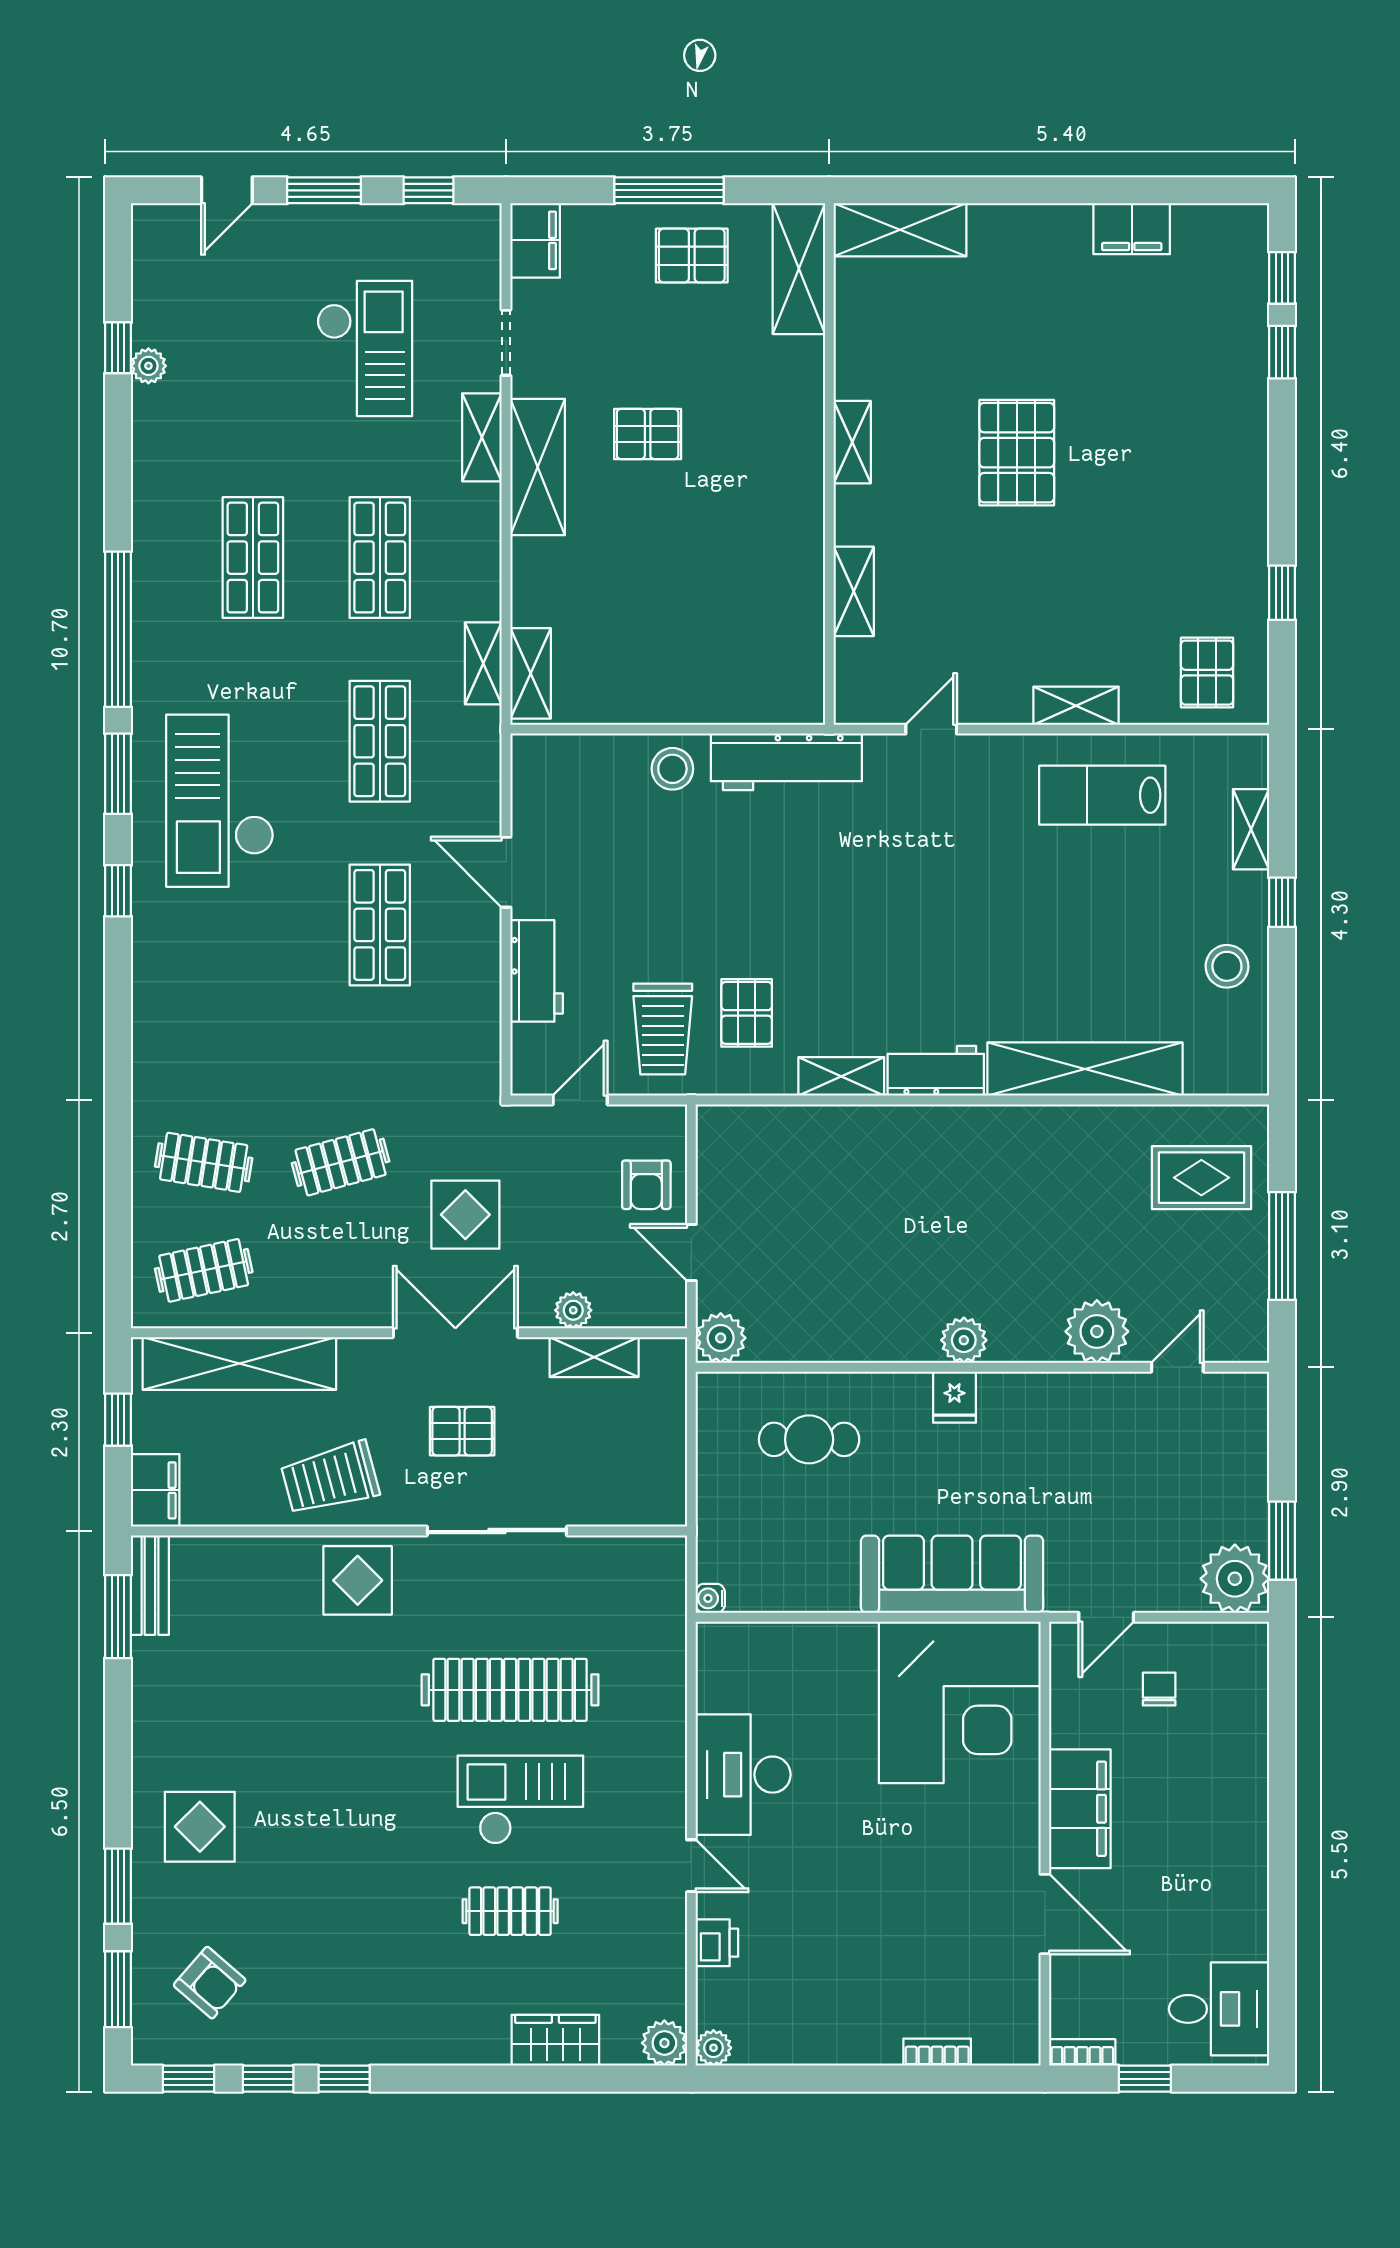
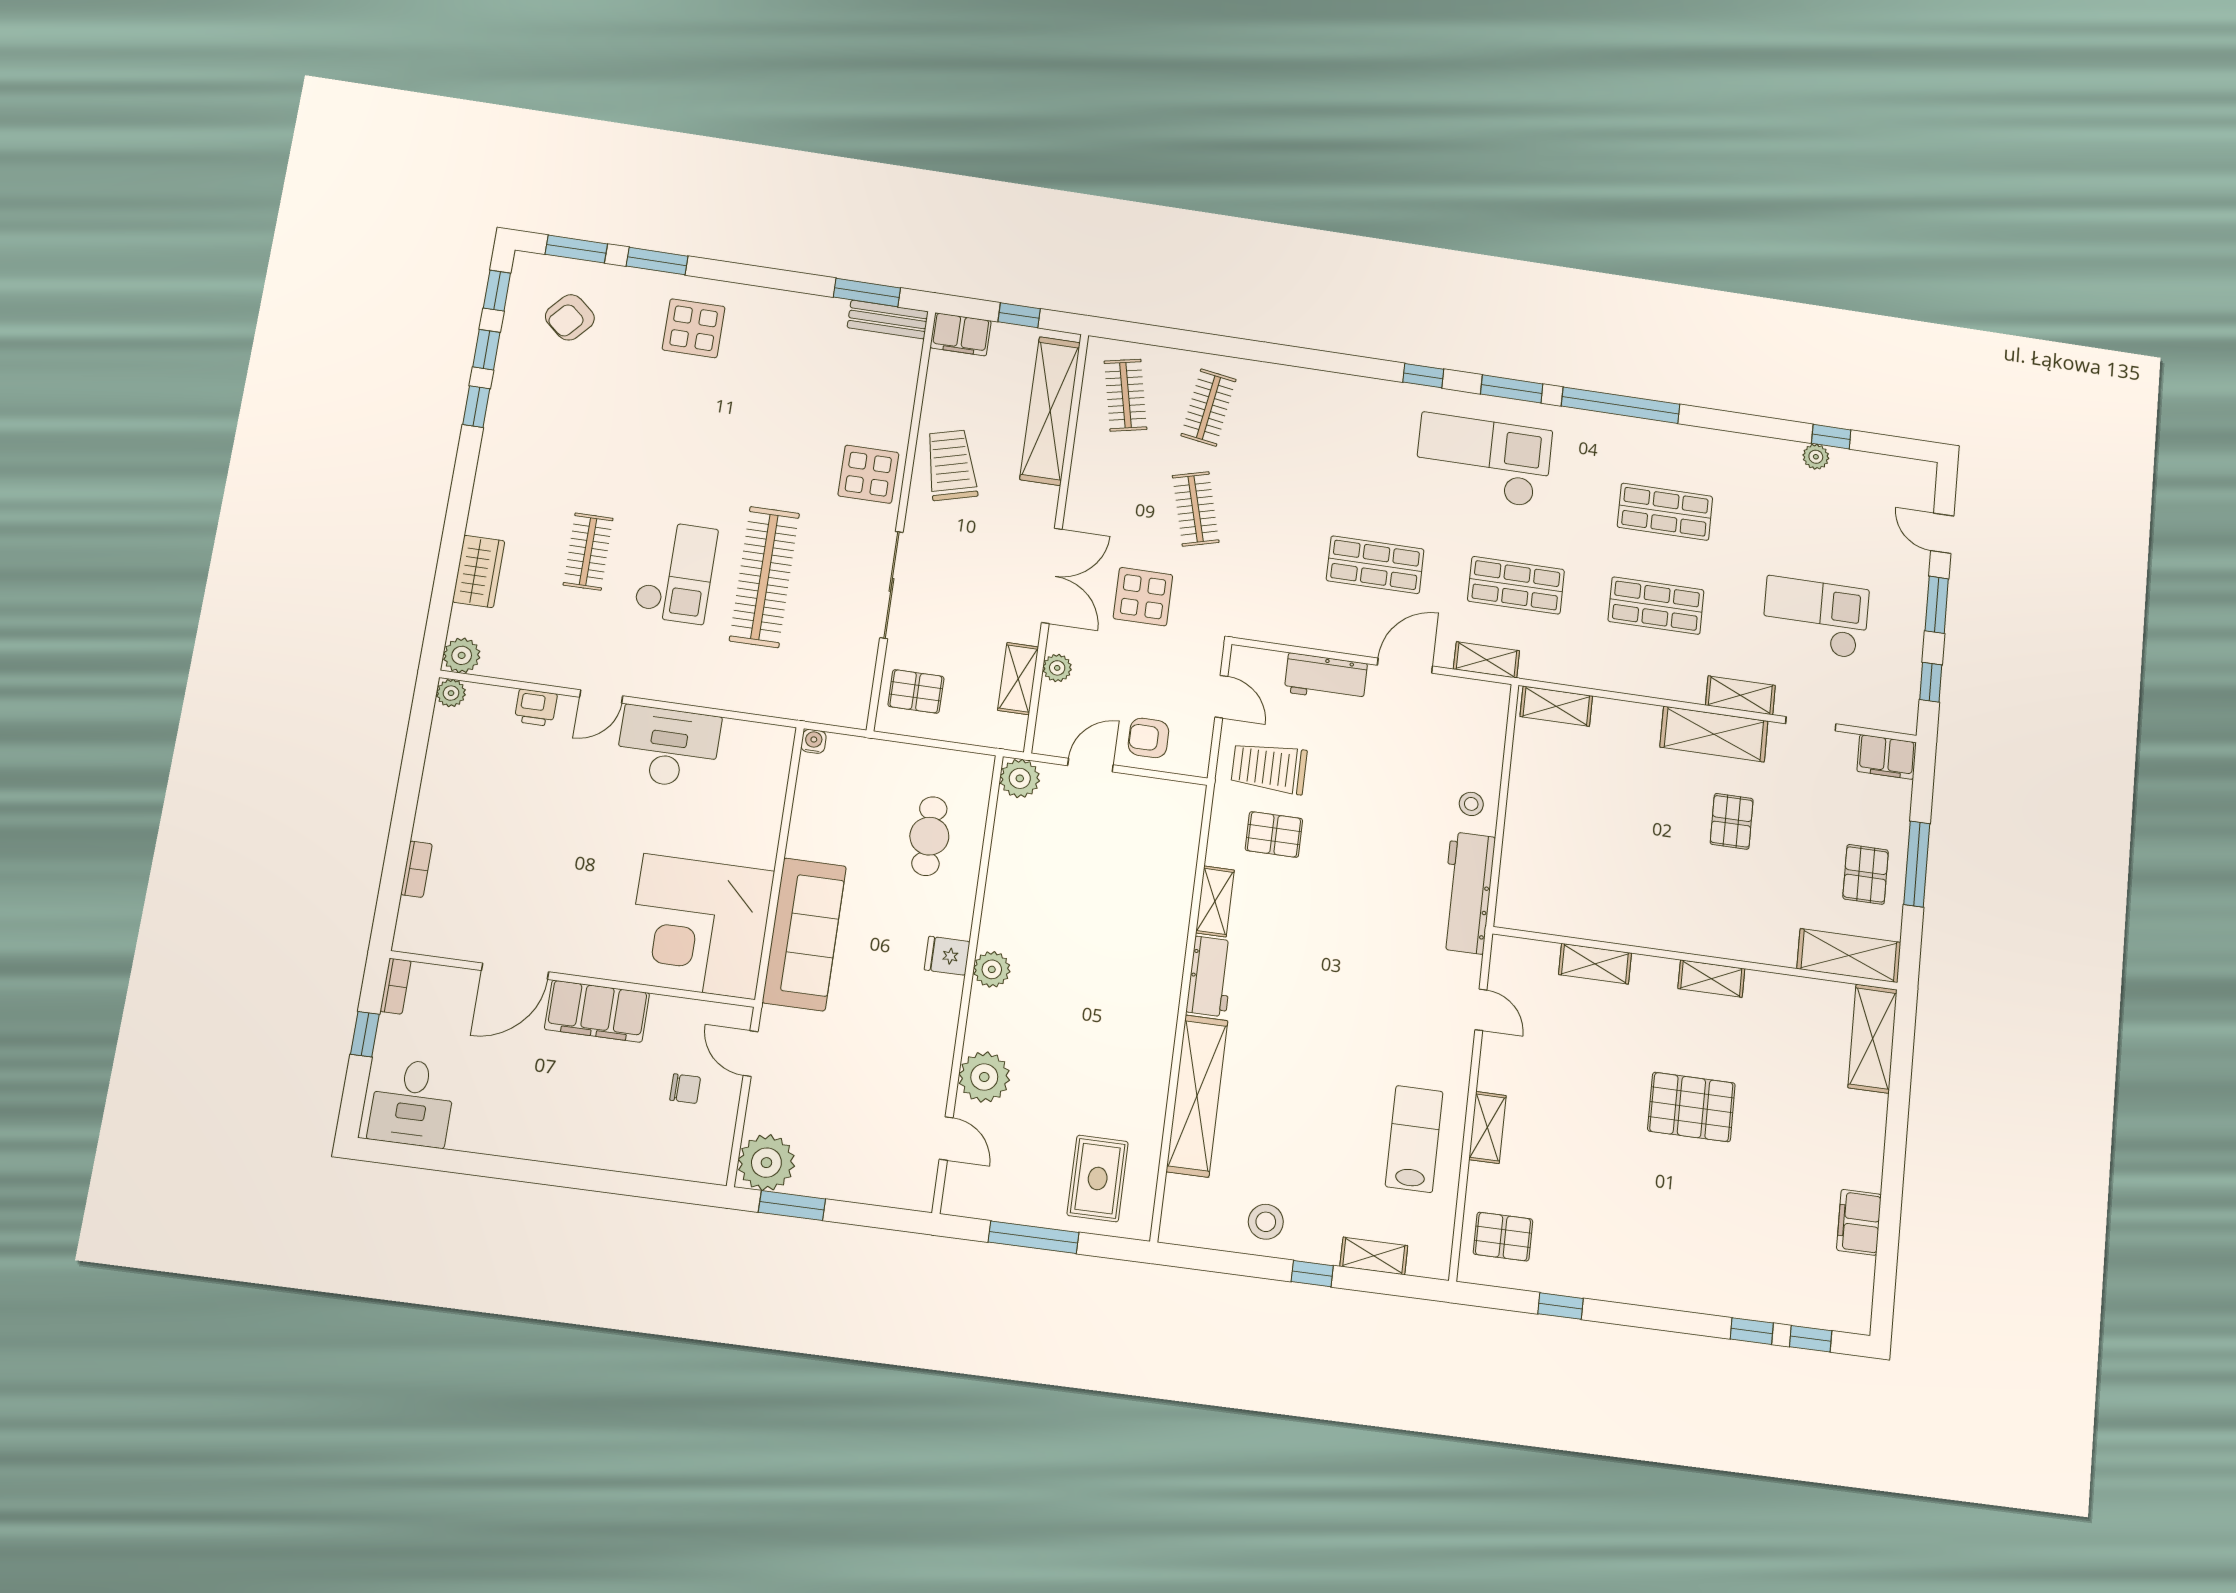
checkout: (365, 348) -> (1815, 617), turned 180
shelving: (483, 663) -> (1486, 660), moved
stool: (672, 769) -> (1471, 804), width x0.73, depth x0.73
pallet: (462, 1431) -> (916, 691), moved, turned 90

